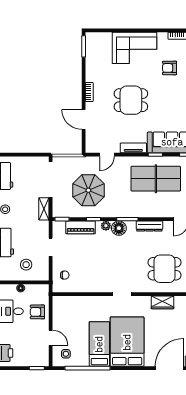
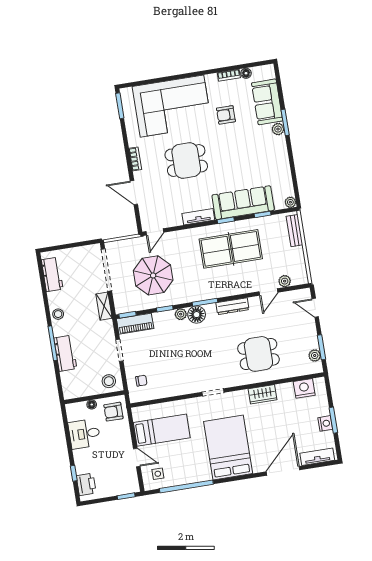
corner sofa: (134, 48) -> (172, 106), width x1.36, depth x1.36
door: (107, 155) -> (155, 232), moved
piano: (81, 227) -> (135, 324), moved
stool: (26, 265) -> (109, 381), moved
armchair: (37, 312) -> (113, 412), moved
bed: (99, 344) -> (162, 430), moved, turned 90

